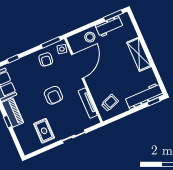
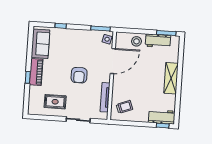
armchair: (46, 59) -> (88, 41), removed
workbench: (144, 96) -> (162, 117), width x0.73
rug: (44, 131) -> (55, 102), turned 90

